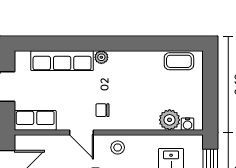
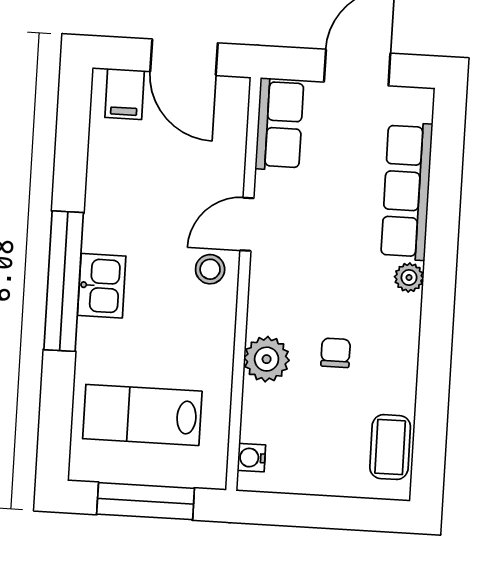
chair: (102, 110) -> (336, 353), moved
plant: (170, 120) -> (267, 359), moved
stool: (118, 148) -> (210, 269), moved

